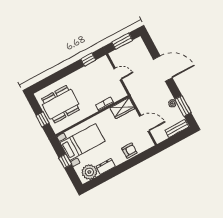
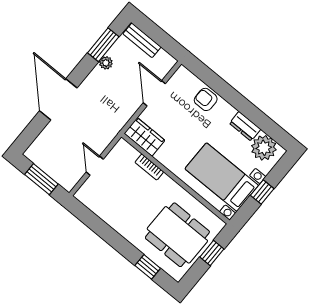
window: (88, 59) -> (148, 267), moved

